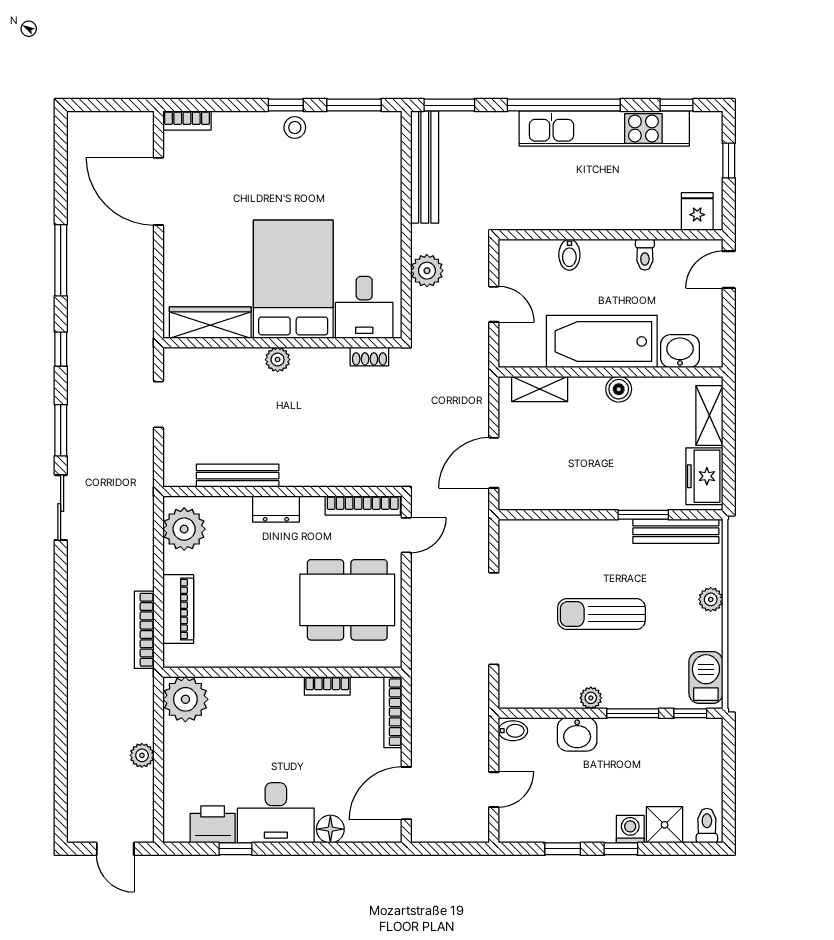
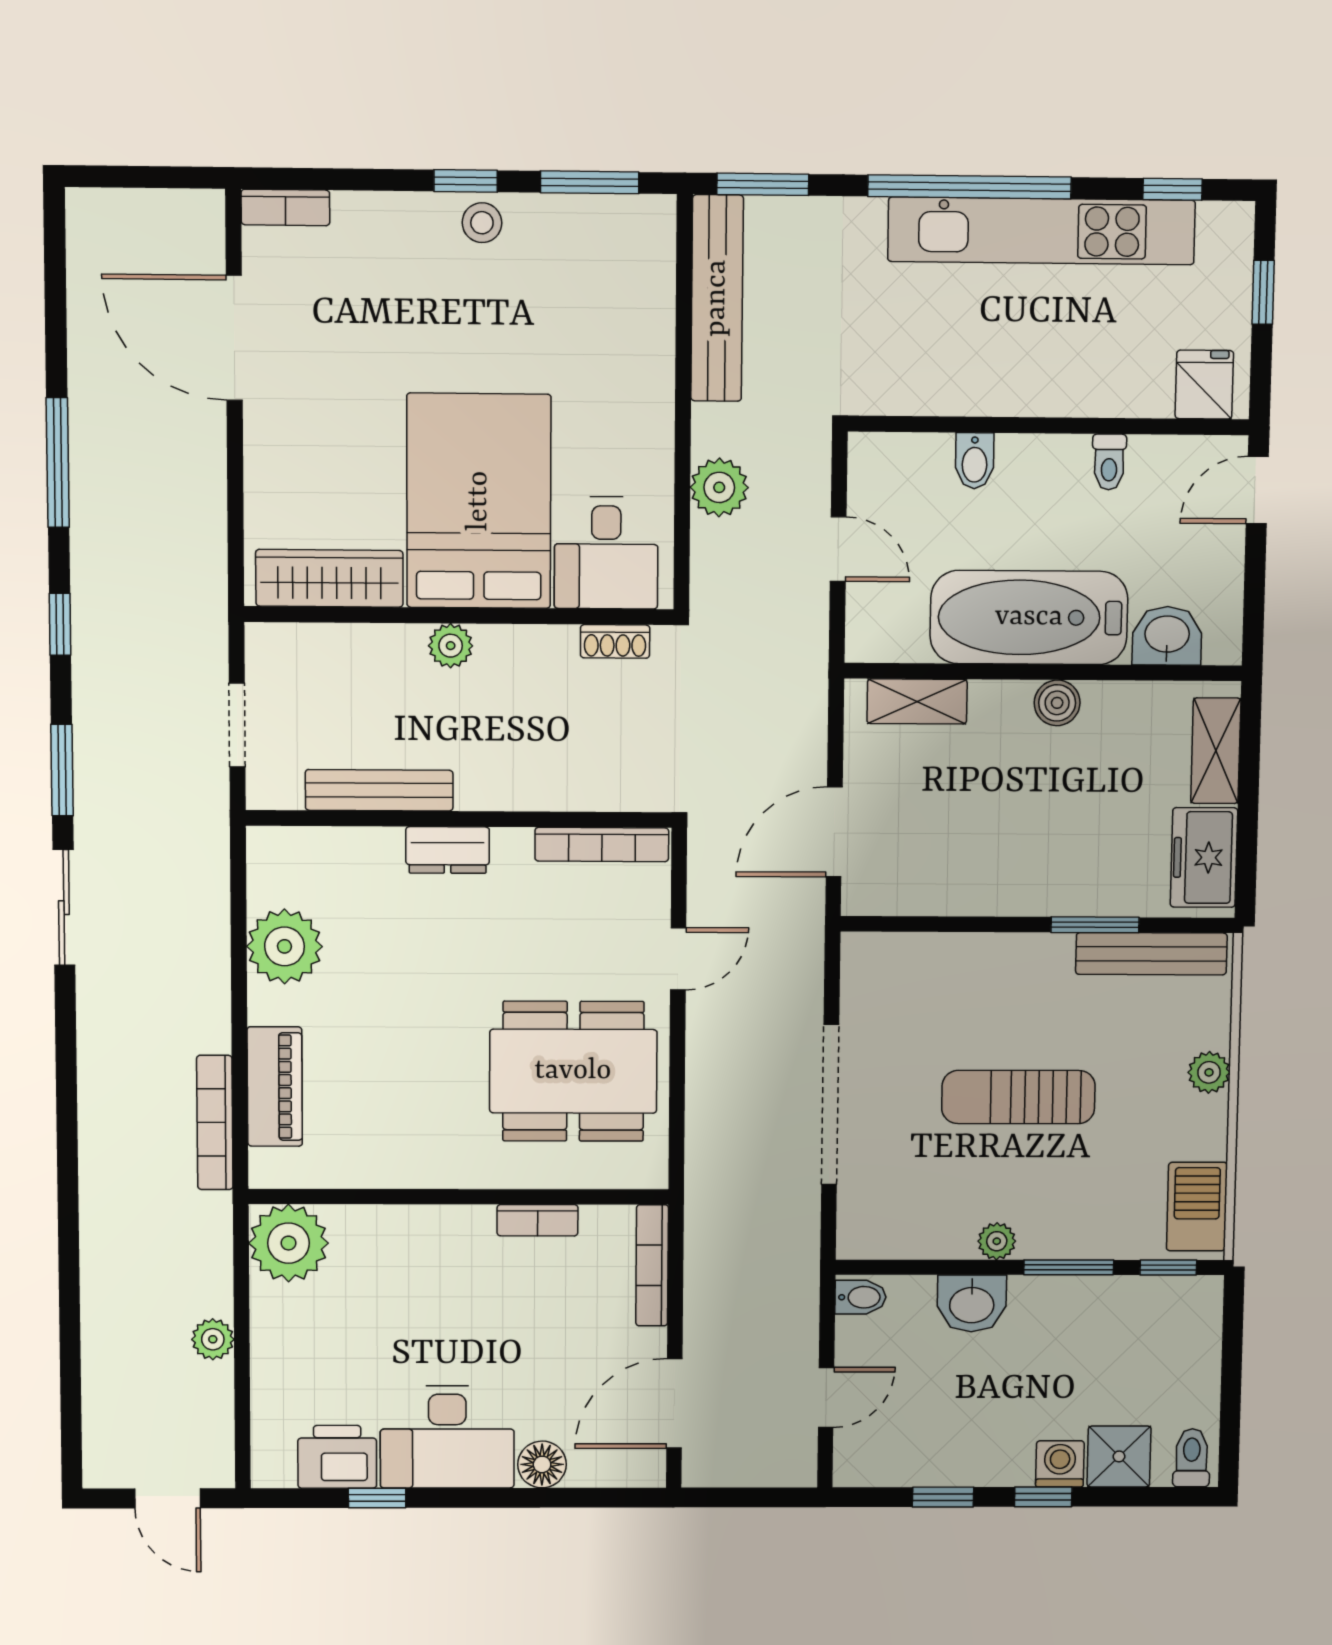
bench: (238, 476) -> (379, 790), moved
wall: (282, 492) -> (459, 819), moved
bookcase: (363, 506) -> (602, 844), moved
dresser: (276, 509) -> (448, 850), moved

